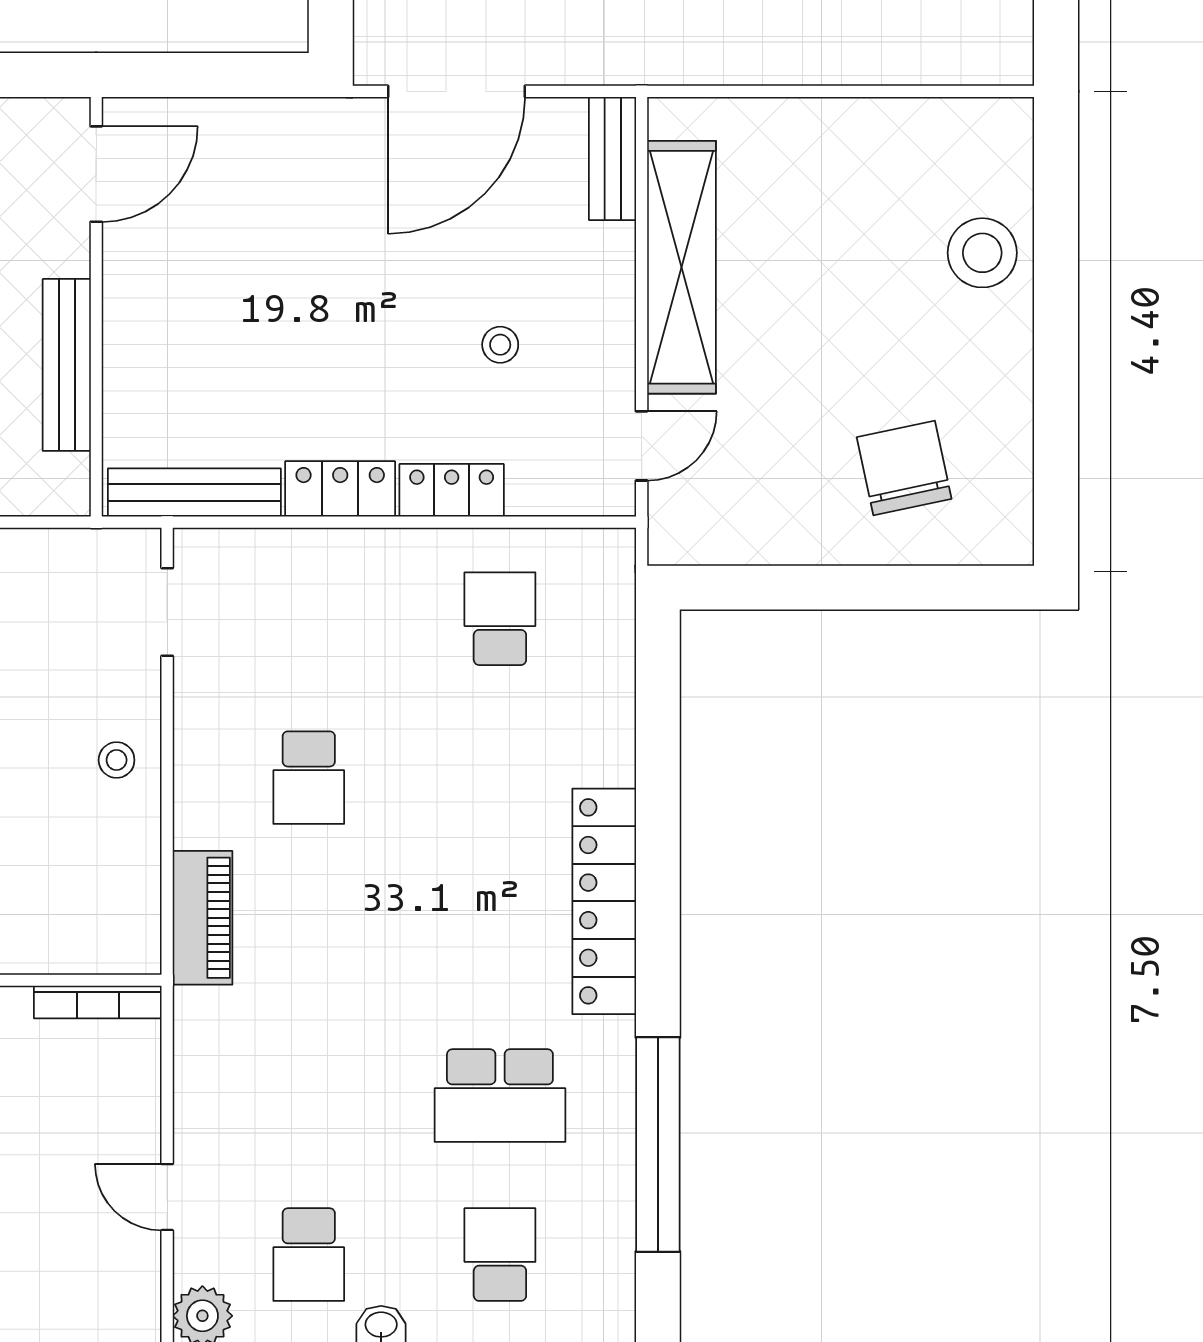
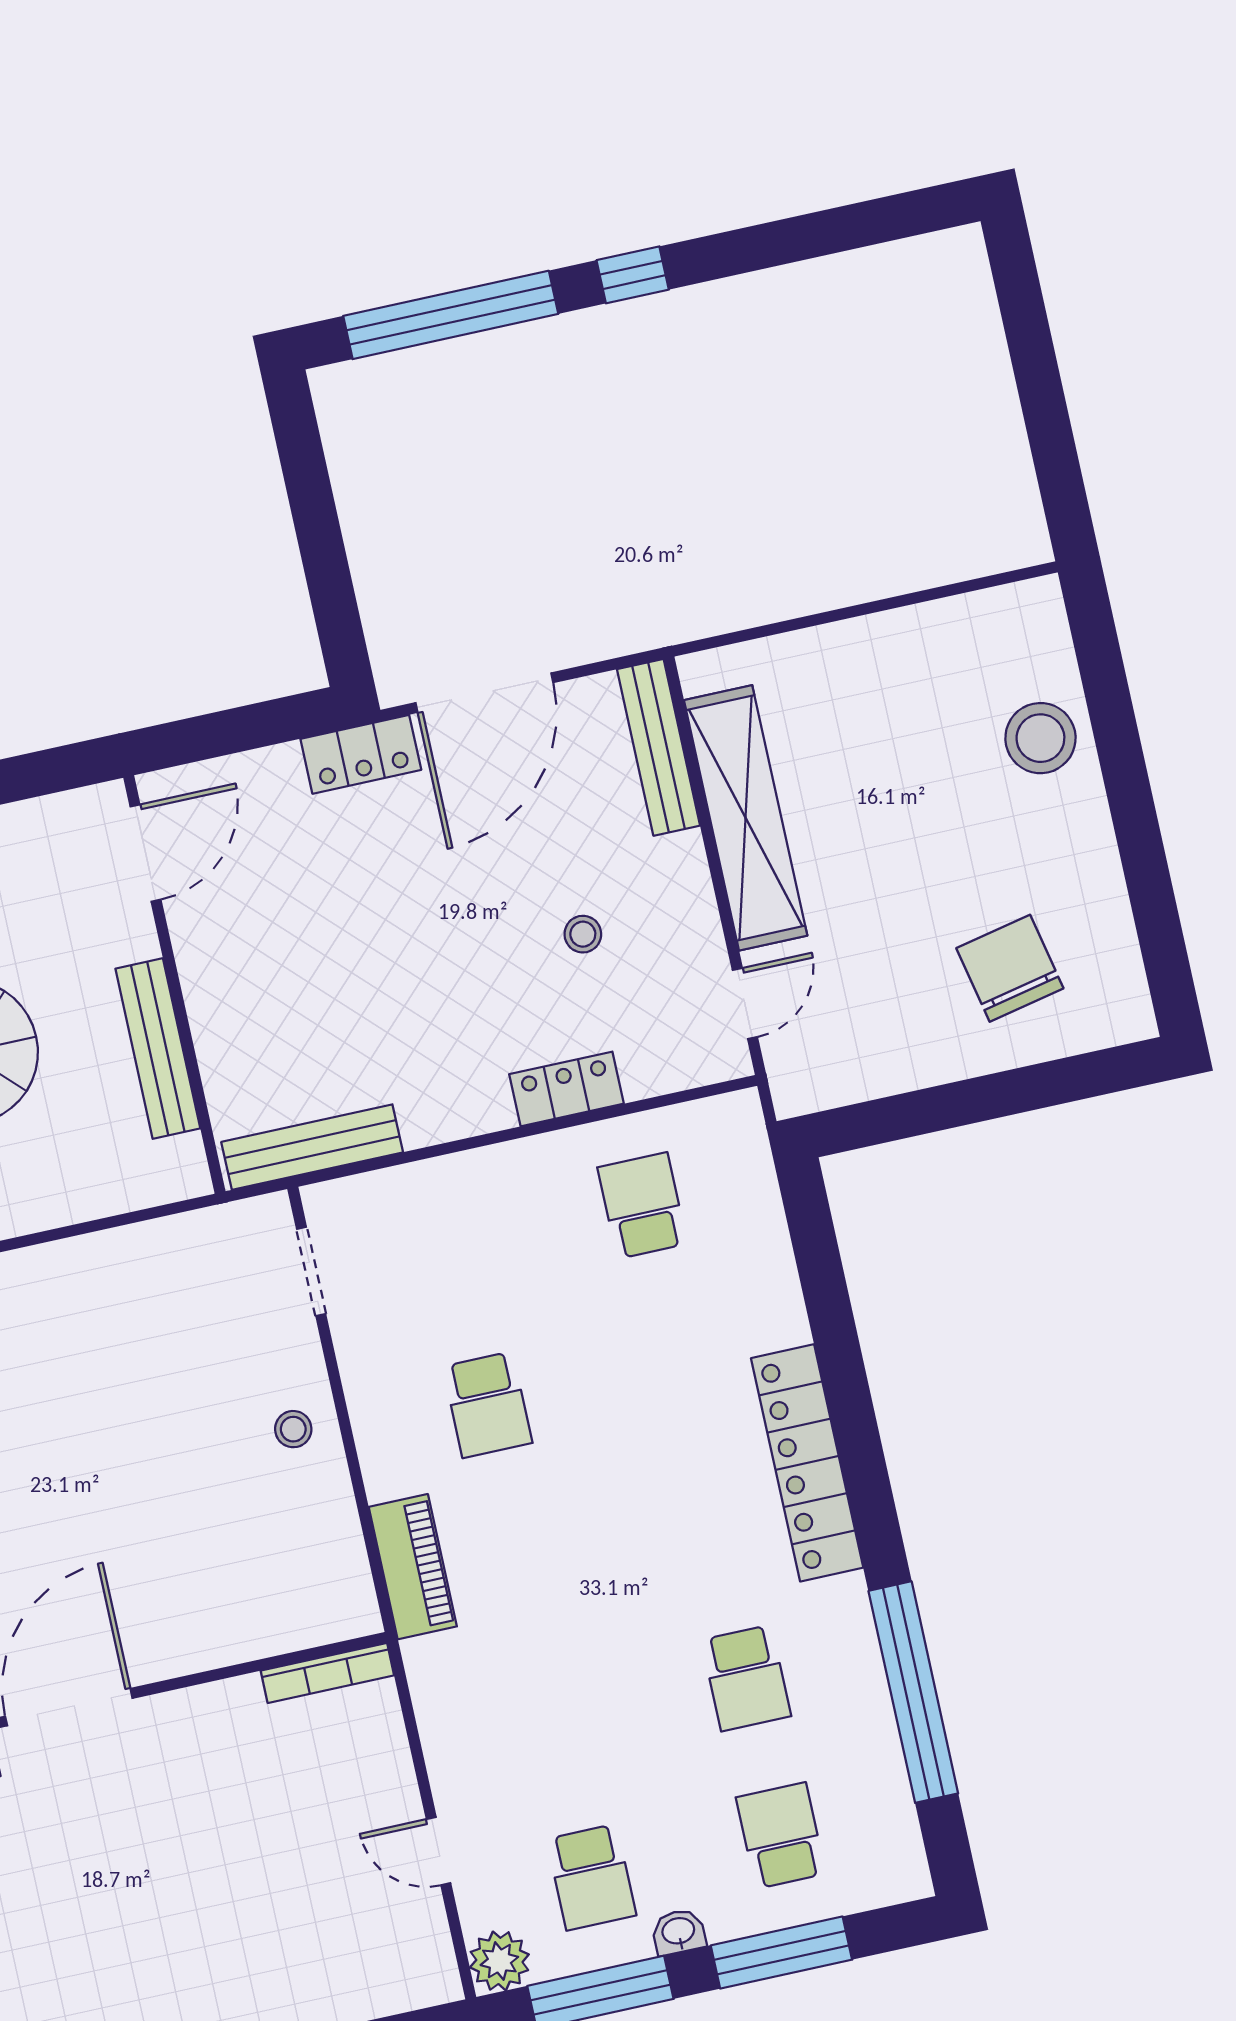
bench: (613, 158) -> (658, 747), width x1.36
locker: (340, 489) -> (361, 754), moved, turned 180
school desk: (500, 1096) -> (746, 1678), width x0.54

